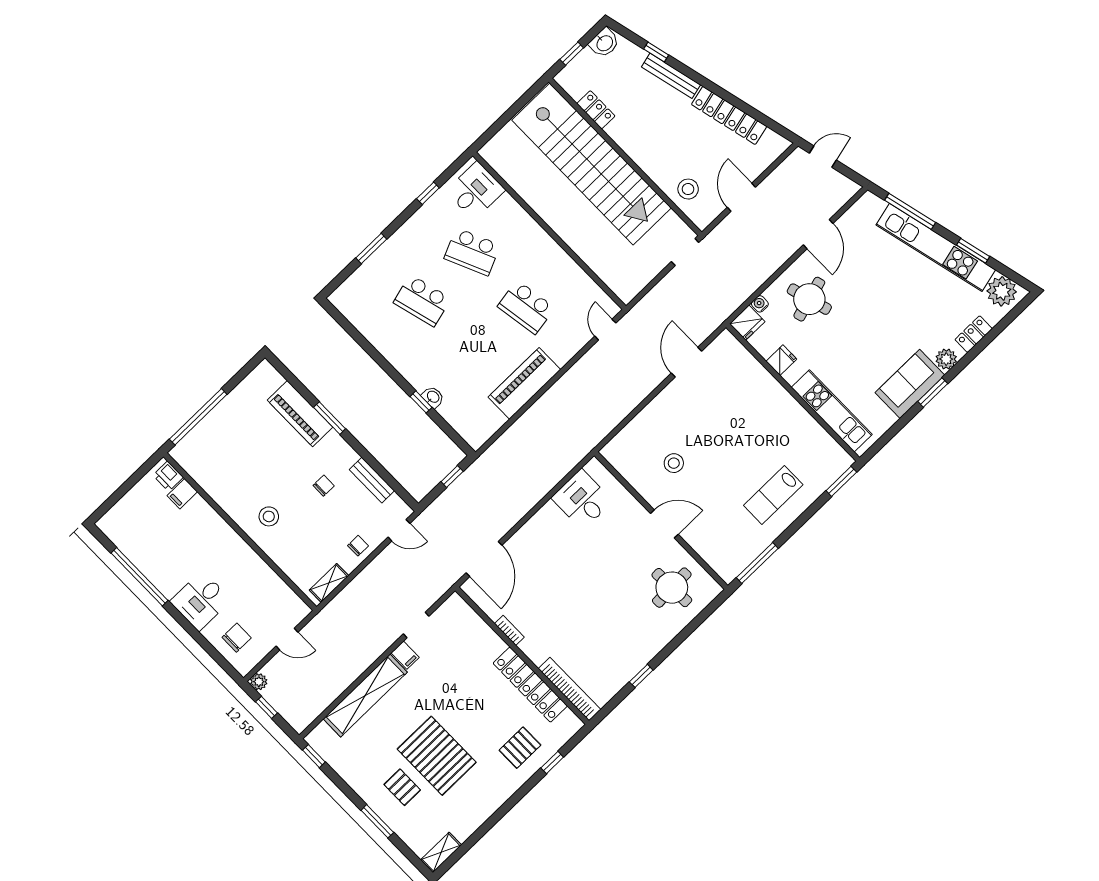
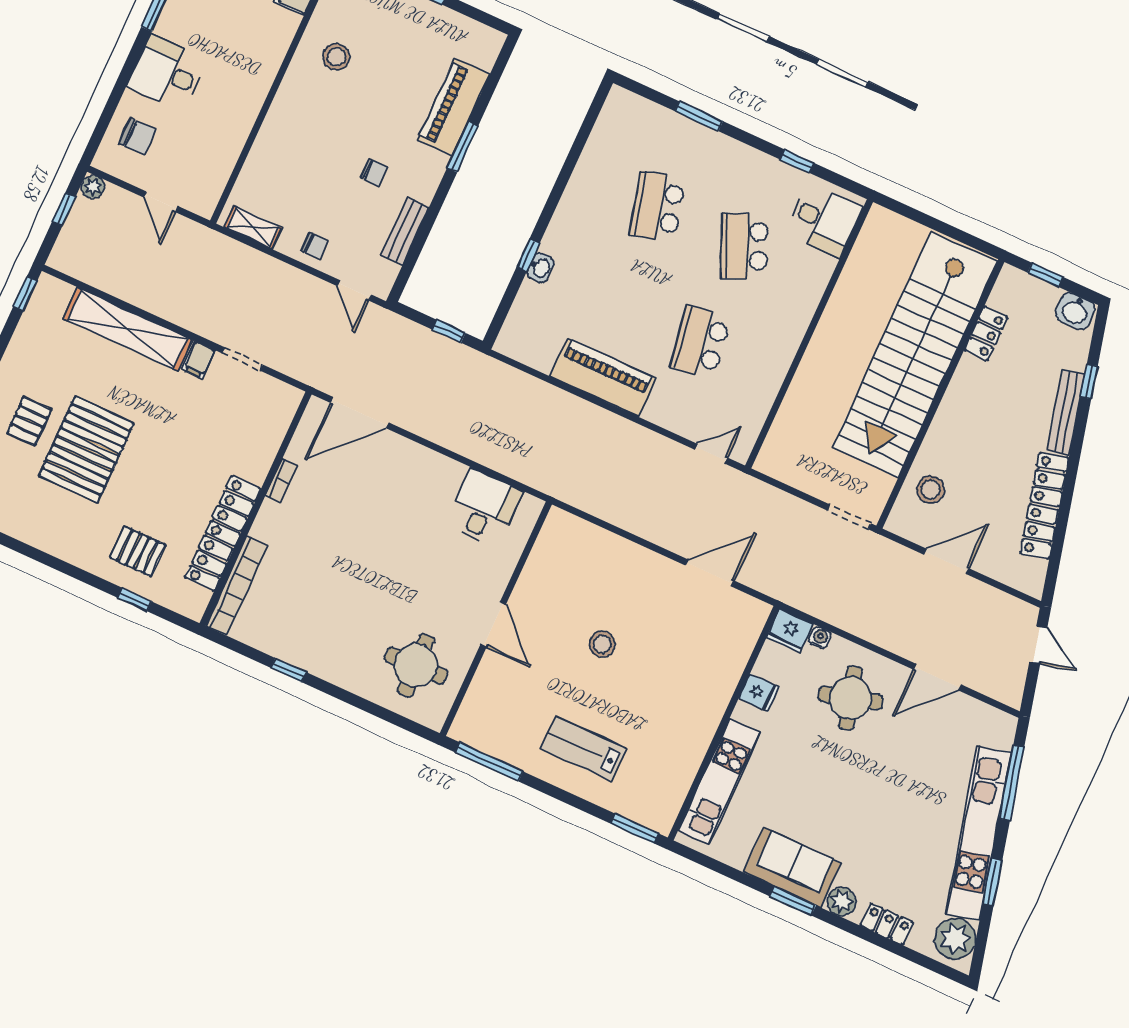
stool: (674, 463) -> (602, 644), moved
stool: (269, 516) -> (336, 57), moved

